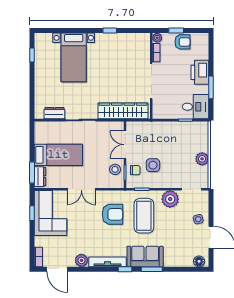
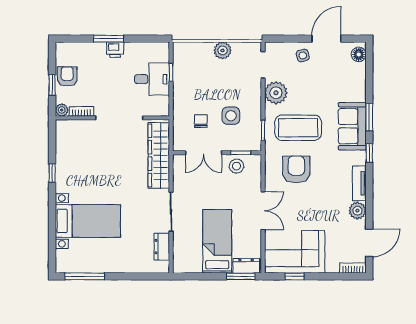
window: (32, 55) -> (85, 276), width x2.17
printer: (200, 72) -> (115, 50), width x0.53, depth x0.68
window: (211, 87) -> (108, 39), moved
desk: (195, 107) -> (152, 79), moved, turned 90
chair: (135, 170) -> (201, 121), moved
tv unit: (107, 262) -> (359, 183), width x0.71

